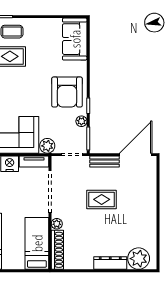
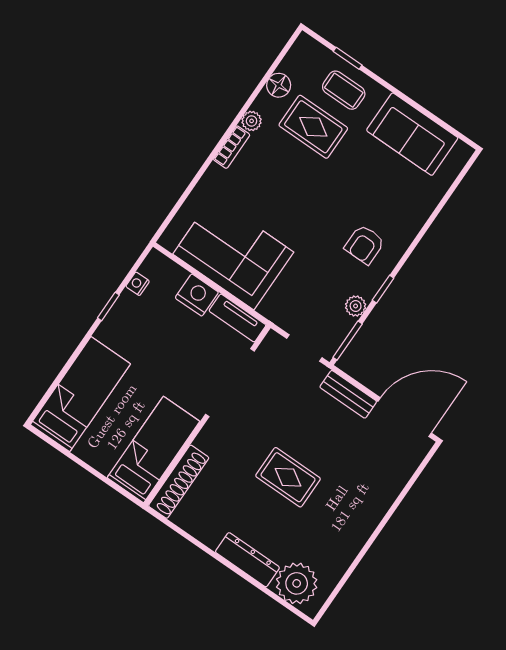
sofa: (75, 39) -> (412, 134), moved, turned -90
armchair: (67, 92) -> (365, 245), width x0.53, depth x0.53
plant: (47, 146) -> (275, 308), removed
rug: (102, 199) -> (288, 477), moved
plant: (57, 224) -> (206, 440), removed

